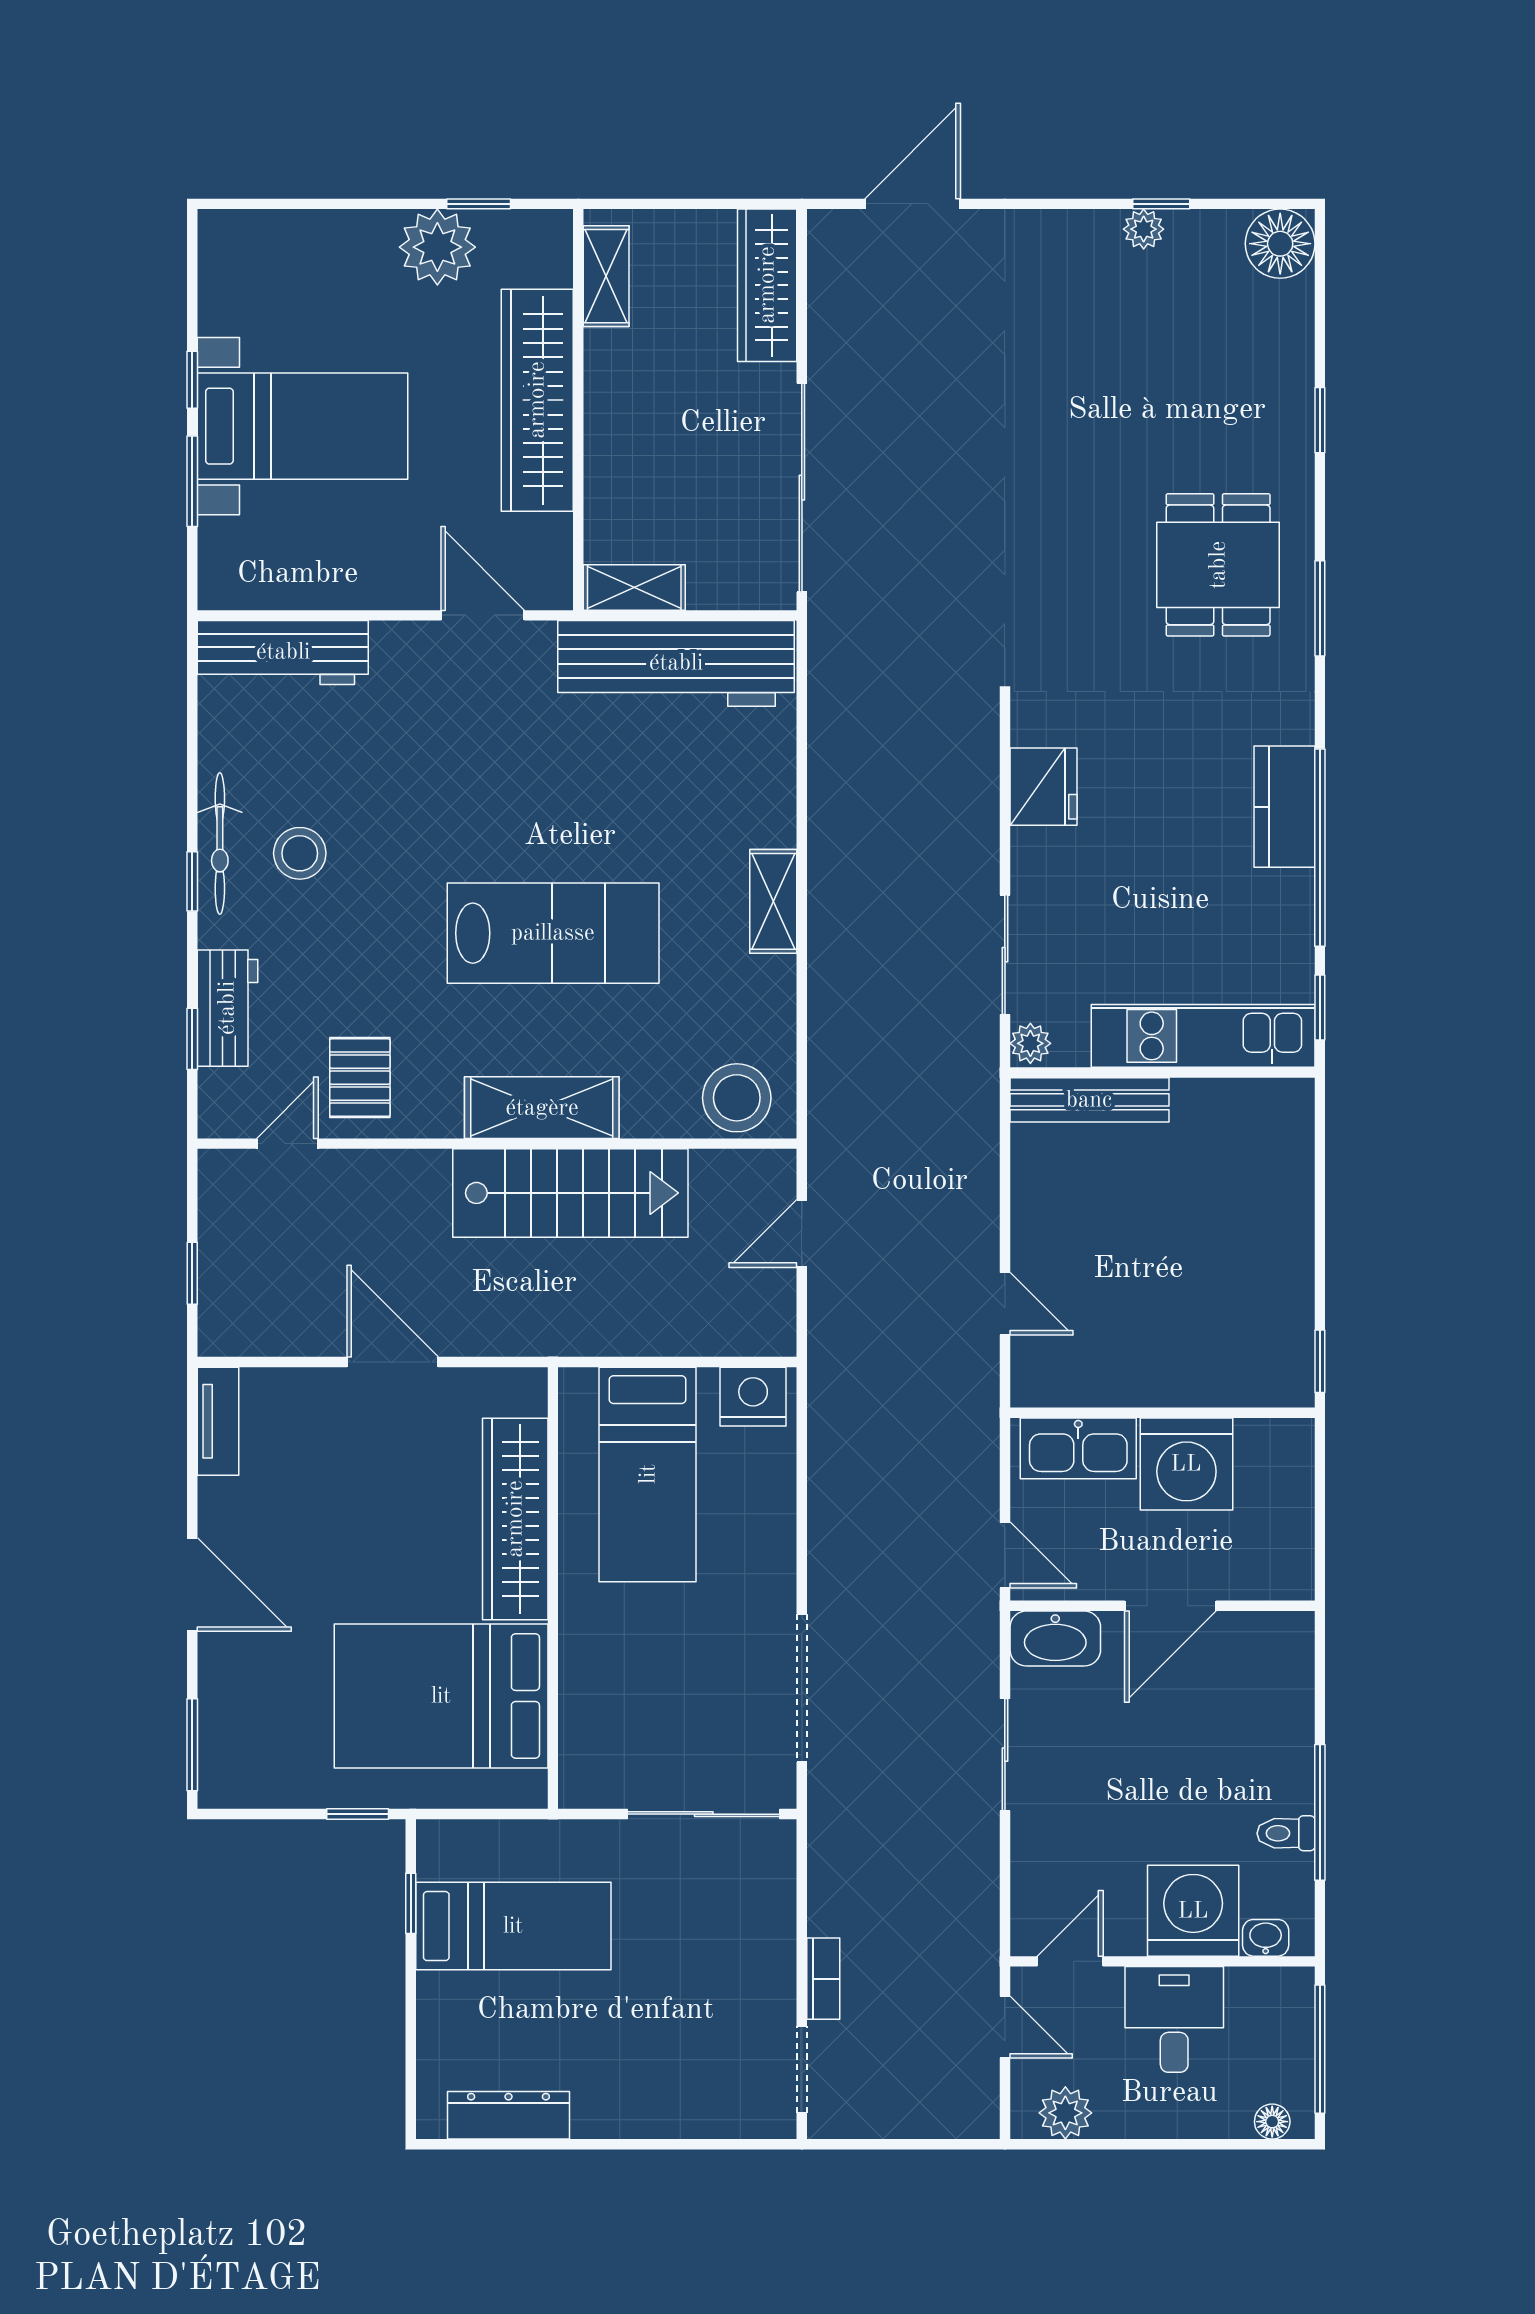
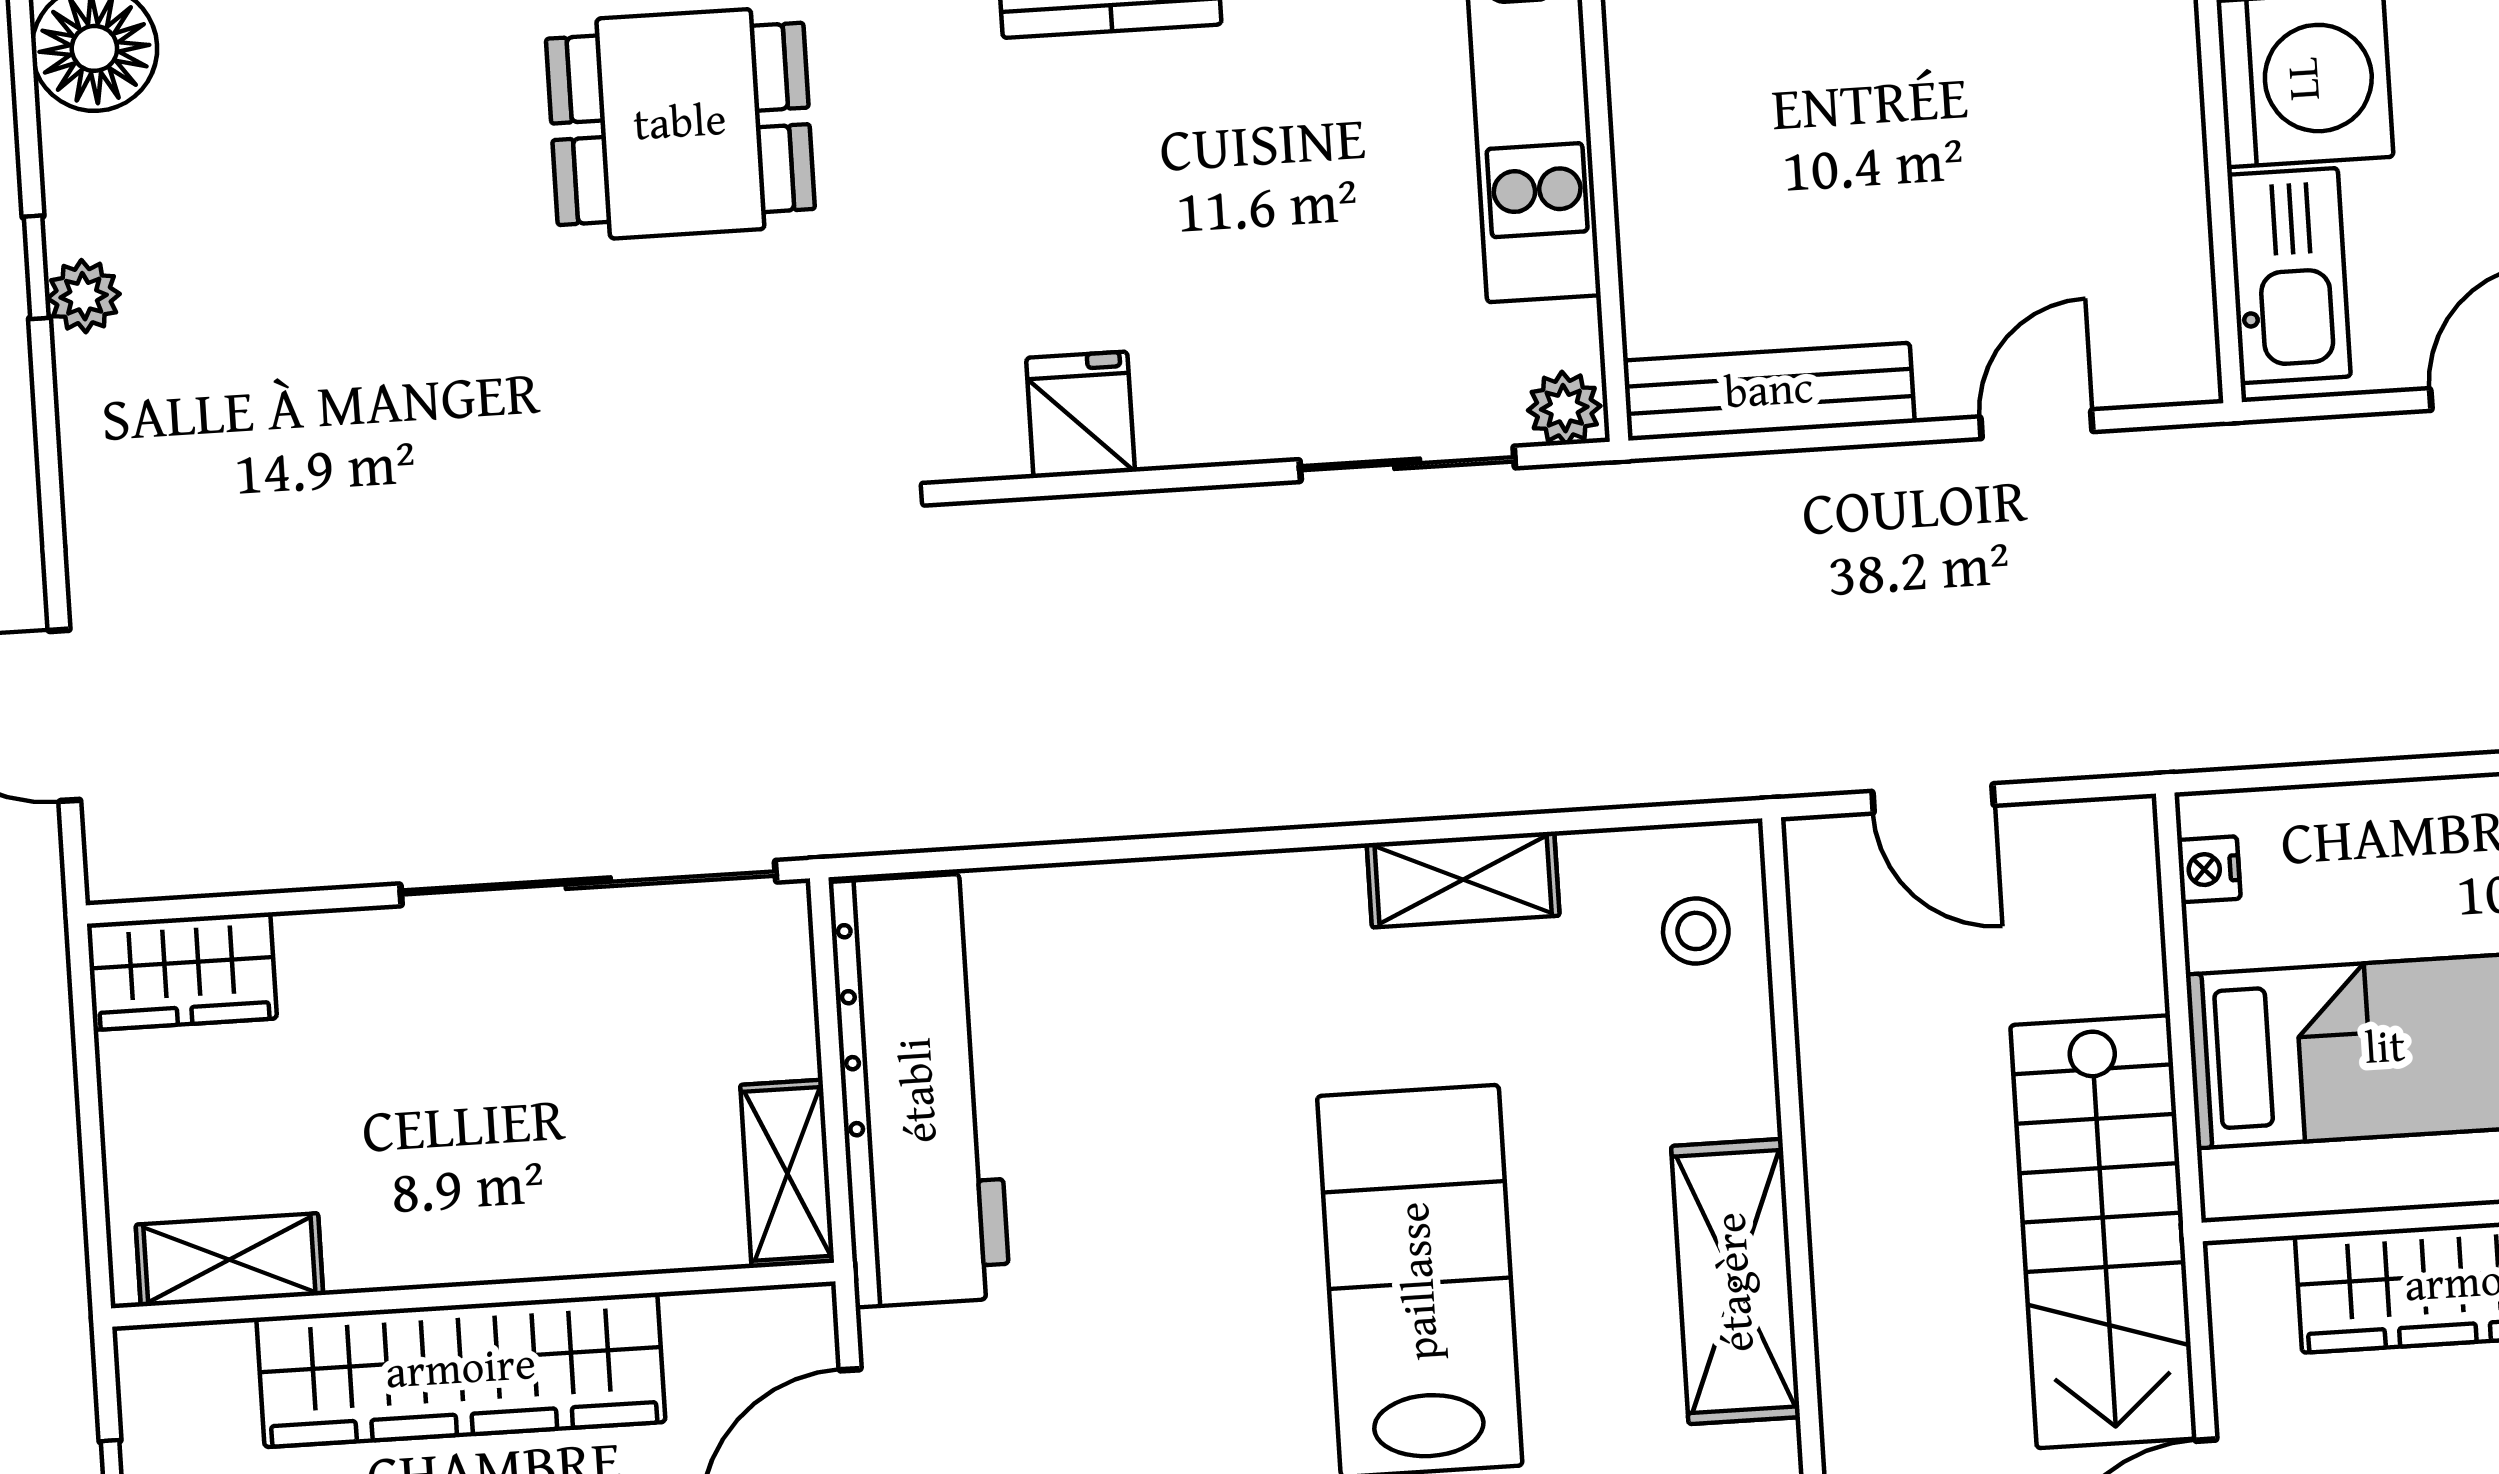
wardrobe: (767, 285) -> (182, 971), width x0.67
fridge: (1043, 787) -> (1080, 415), width x0.72
shelving: (773, 901) -> (1463, 880), moved
stool: (737, 1098) -> (1696, 931), width x0.53, depth x0.53
bench: (1089, 1100) -> (1769, 392), moved, turned 90
stairs: (570, 1193) -> (2103, 1232), moved, turned 180
nightstand: (753, 1397) -> (2209, 869), width x0.53, depth x0.56

